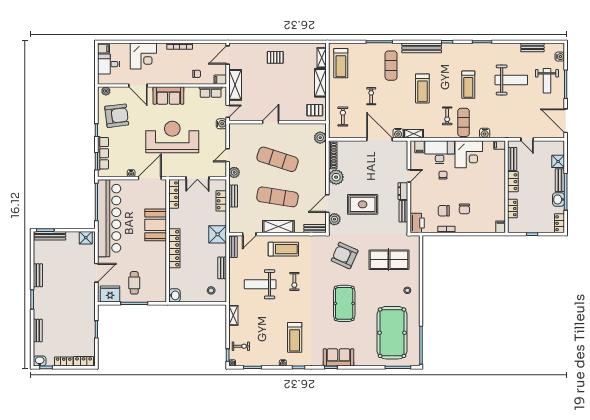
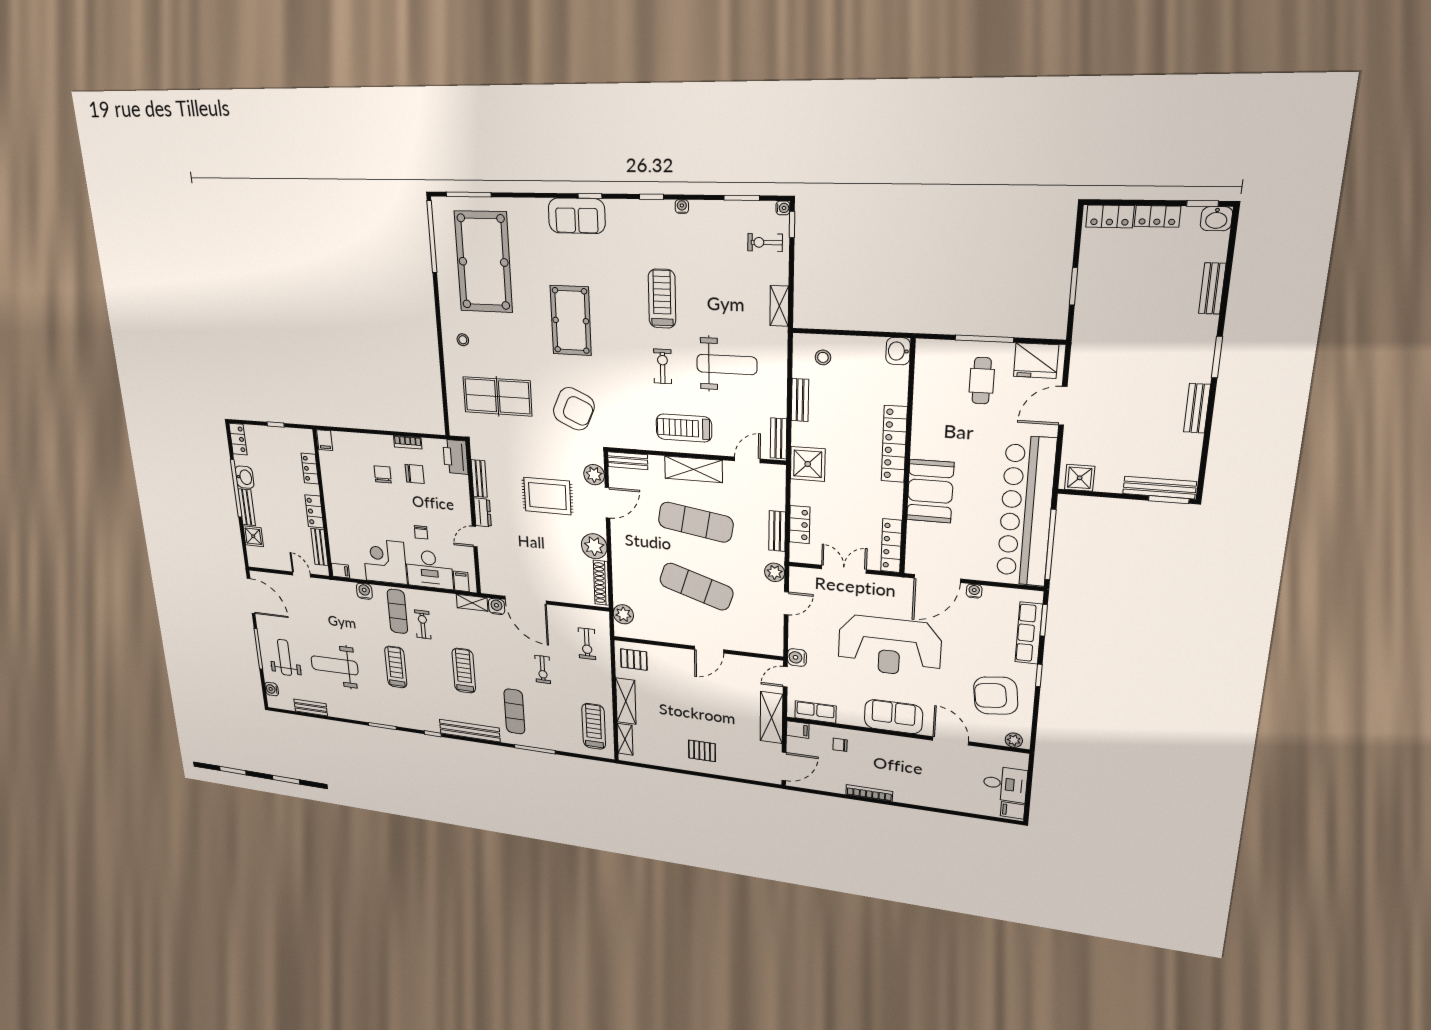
corner desk: (143, 56) -> (937, 787), removed
treadmill: (295, 337) -> (662, 299), moved

